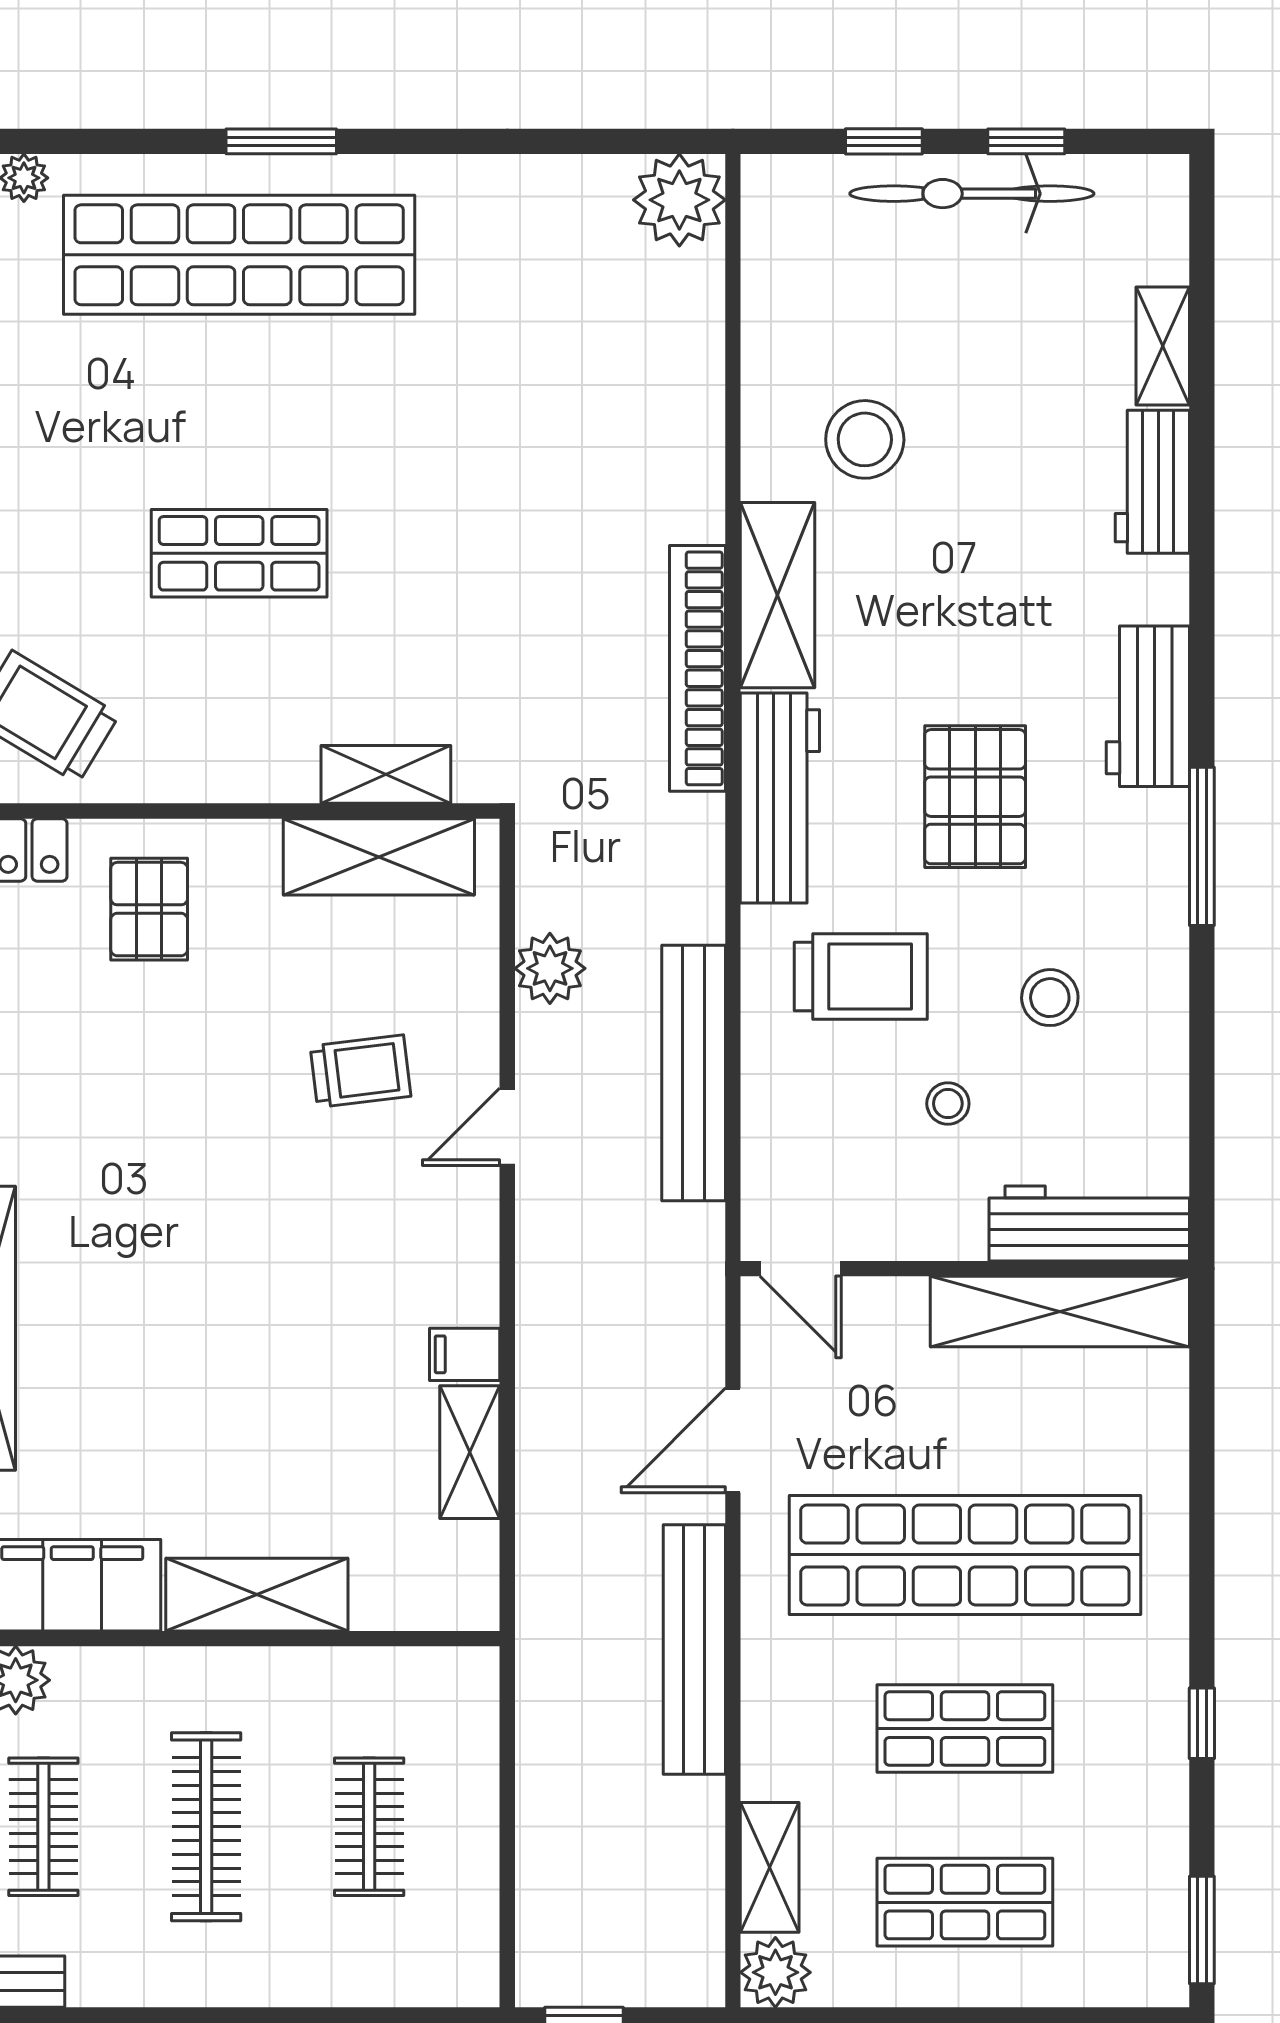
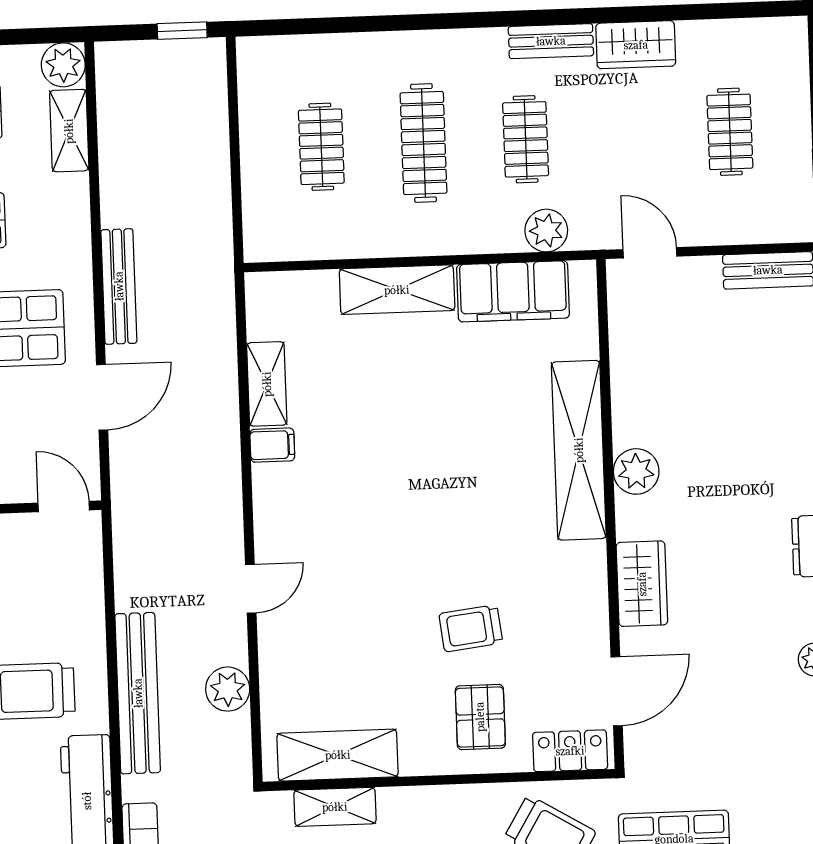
trolley: (360, 1071) -> (471, 628), moved
bench: (694, 1073) -> (138, 693), moved
bench: (694, 1649) -> (119, 286), width x0.73, depth x0.82

